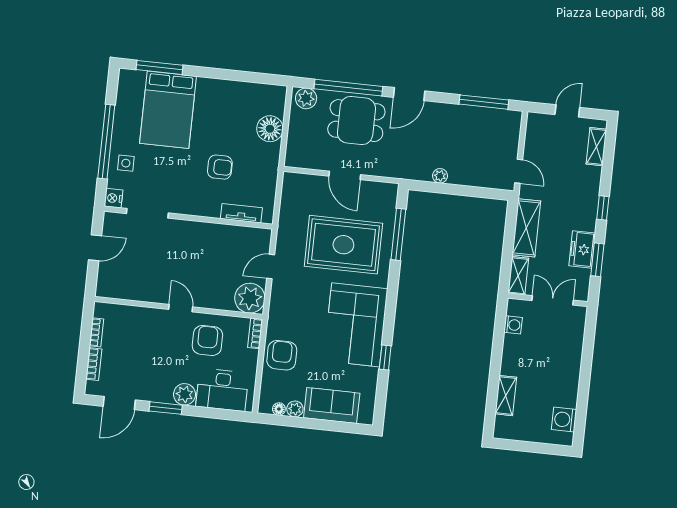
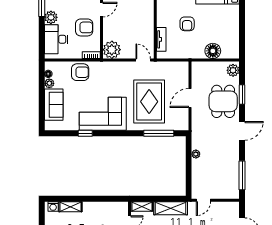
window: (348, 88) -> (242, 95), width x0.47
door: (409, 94) -> (242, 131), swing flipped
door: (271, 266) -> (143, 60), moved
washing machine: (513, 325) -> (53, 206), moved

